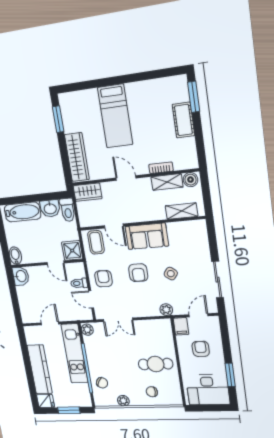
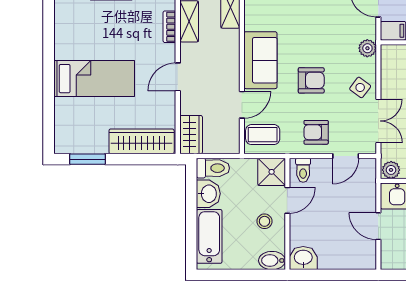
stool: (39, 249) -> (264, 221), added
side table: (171, 274) -> (360, 87), moved
toilet: (79, 283) -> (303, 170), moved

